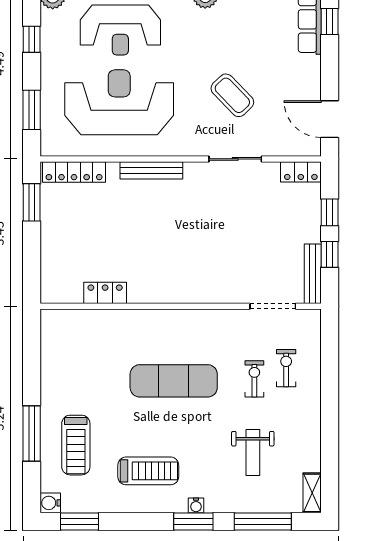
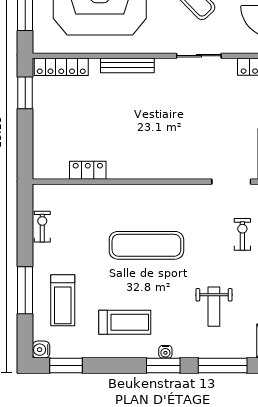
exercise bike: (254, 379) -> (42, 227), moved

